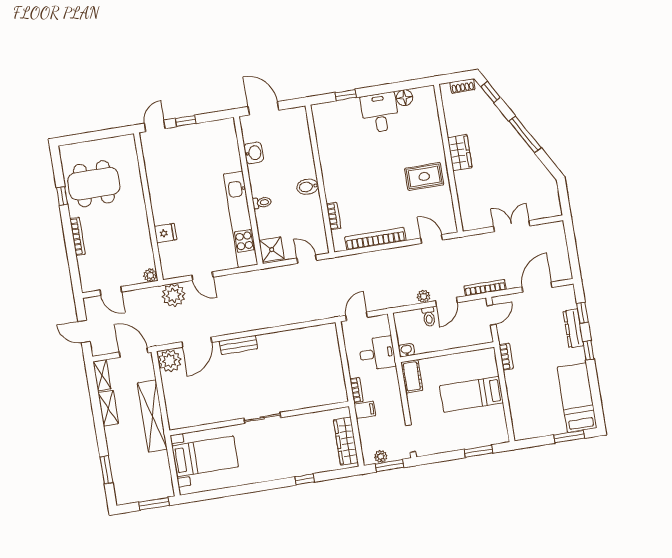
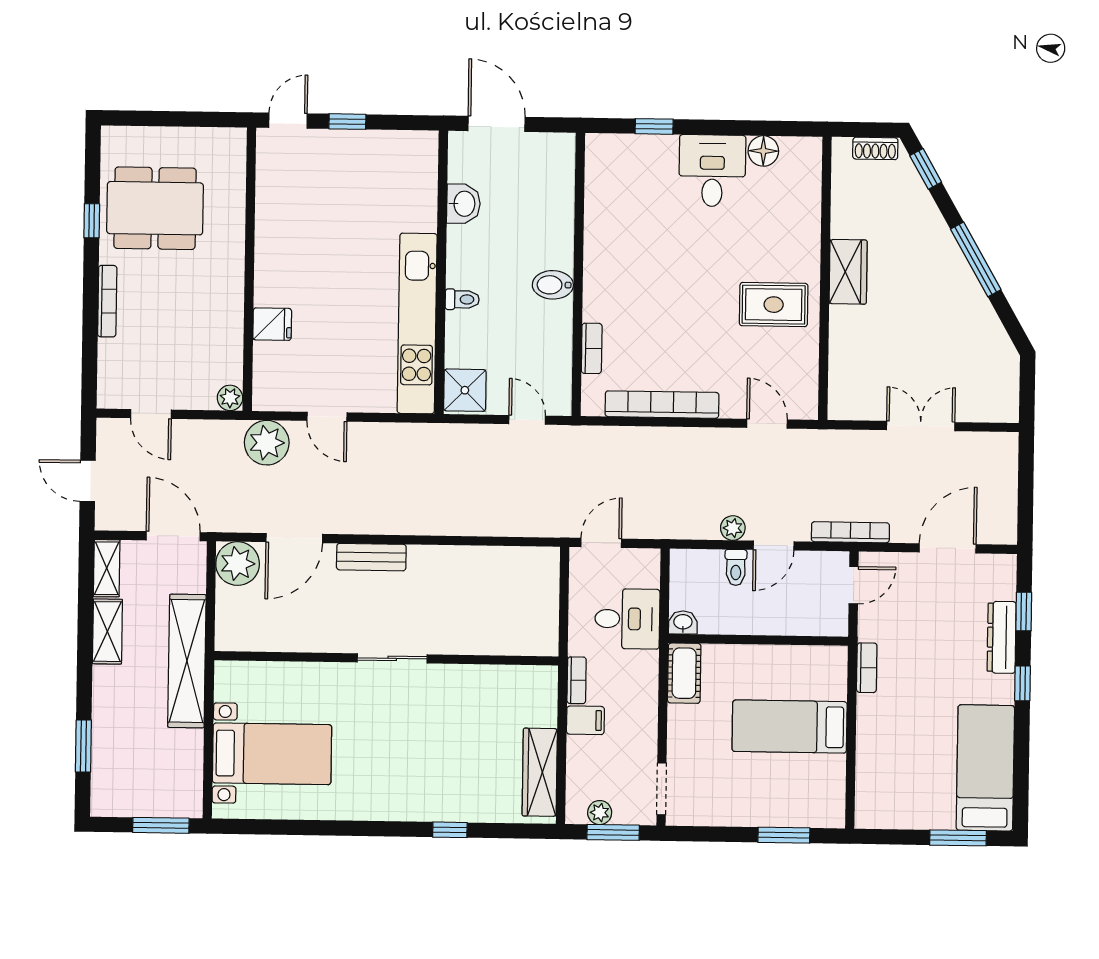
wall: (259, 418) -> (386, 658), moved
sliding door: (262, 418) -> (392, 658), moved

